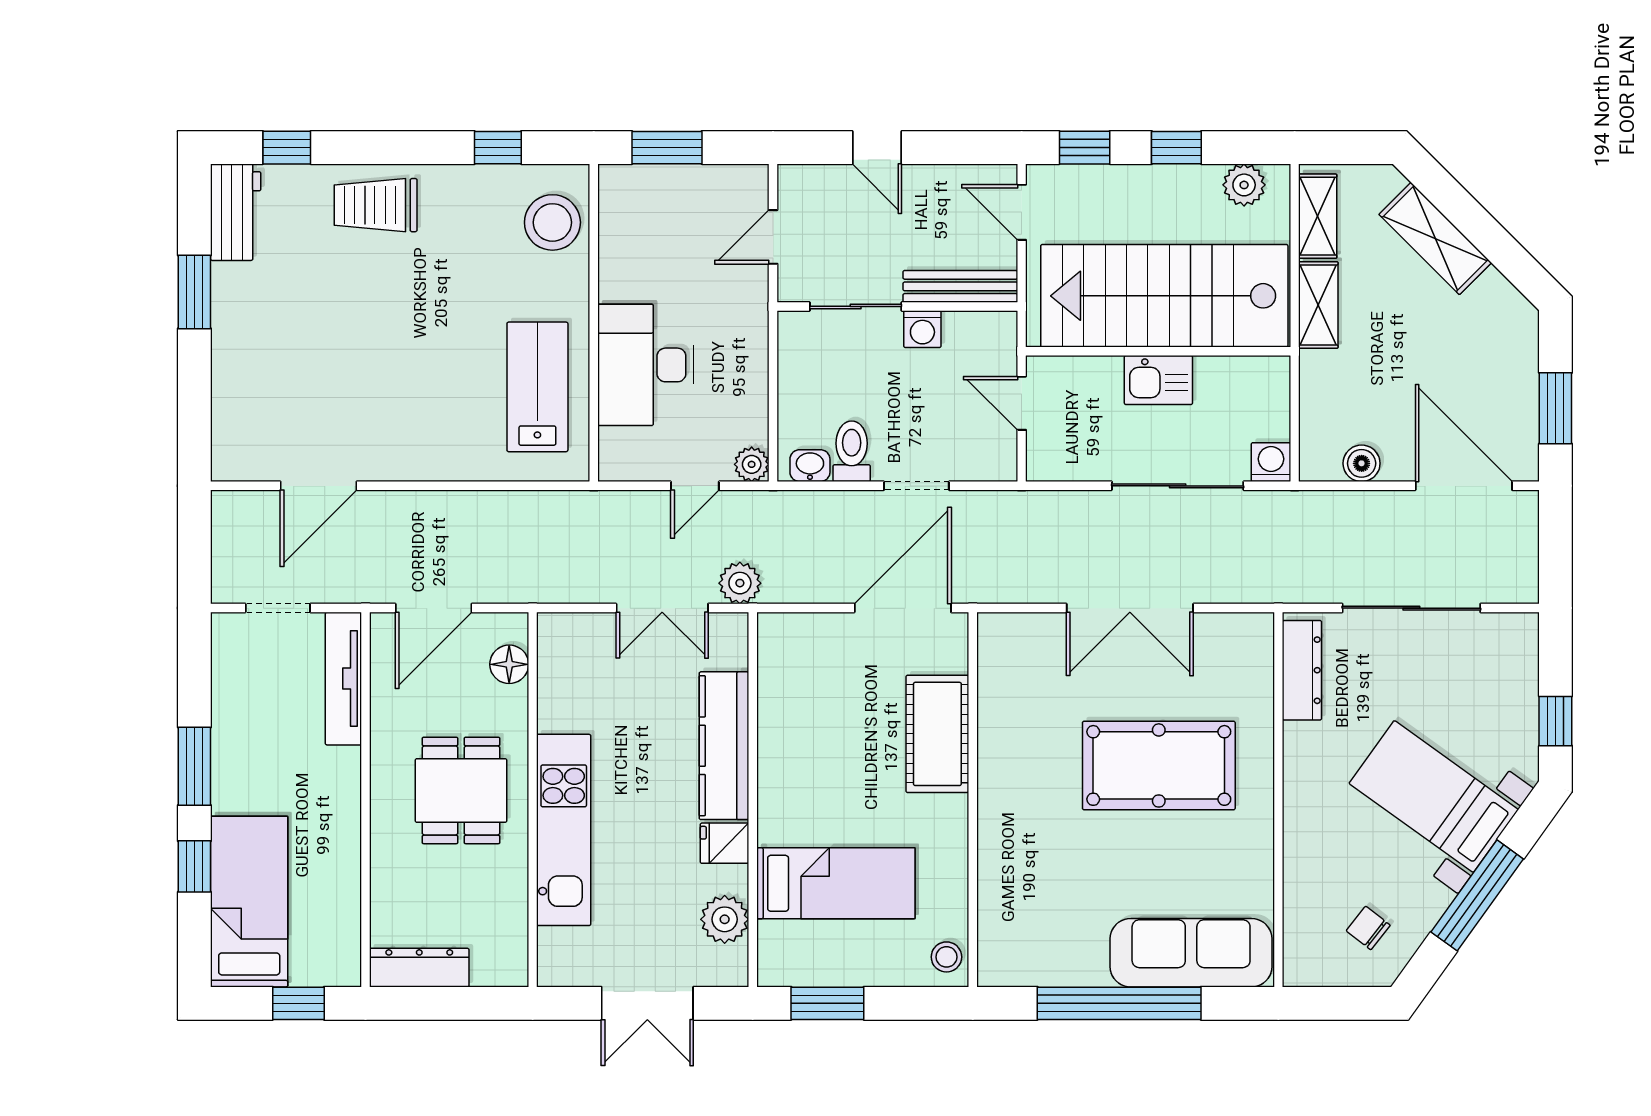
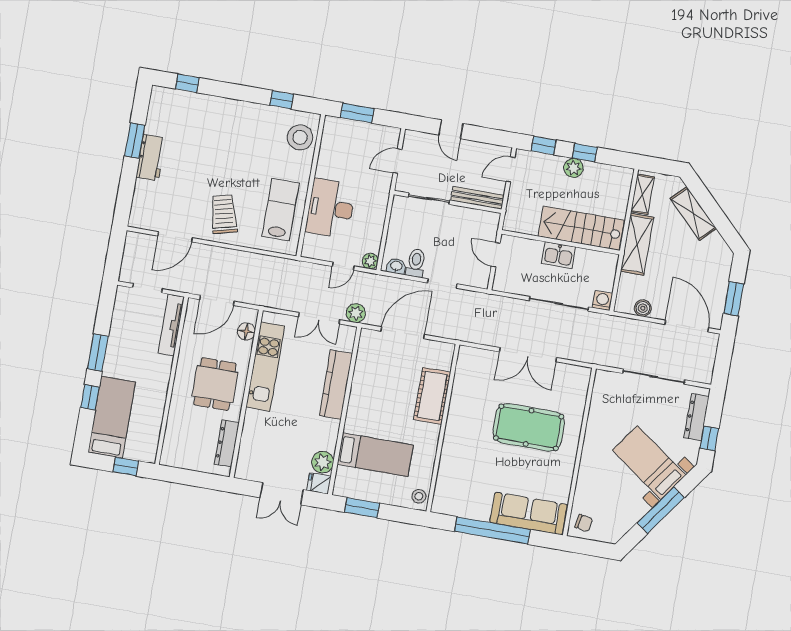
plant: (1244, 185) -> (574, 168), moved
trolley: (376, 205) -> (224, 214), moved, turned 76
workbench: (236, 212) -> (151, 158), moved
door: (1022, 212) -> (511, 169), hinge flipped
stairs: (1164, 296) -> (581, 228), width x0.73, depth x0.66
shelving: (1318, 305) -> (637, 244), width x1.50, depth x1.33
washing machine: (922, 329) -> (457, 214), removed
door: (903, 608) -> (403, 333), moved
dresser: (1302, 670) -> (697, 417), moved, turned 180
kitchen unit: (564, 830) -> (265, 367), moved
fridge: (724, 843) -> (319, 483), moved
chair: (1368, 928) -> (584, 523), moved, turned 152
dresser: (419, 968) -> (227, 443), moved, turned -90

